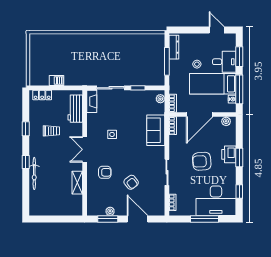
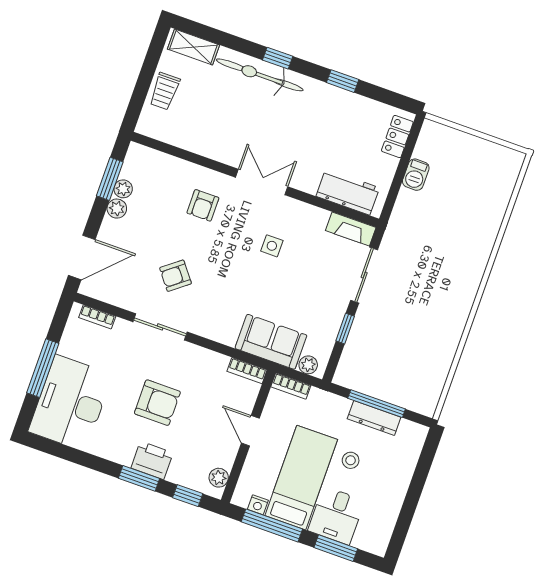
door: (217, 30) -> (404, 523), removed
dresser: (174, 47) -> (374, 418), moved
door: (200, 114) -> (250, 431), width x0.53
sofa: (156, 130) -> (271, 342), moved
trolley: (51, 131) -> (165, 91), moved
armchair: (202, 161) -> (157, 403), turned 94
bicycle: (34, 173) -> (260, 75), width x1.37, depth x1.40
armchair: (131, 182) -> (176, 276), moved
shelving: (77, 183) -> (193, 47), moved
window: (239, 191) -> (188, 496), moved
plant: (120, 211) -> (117, 209), added
door: (138, 219) -> (82, 257), moved

